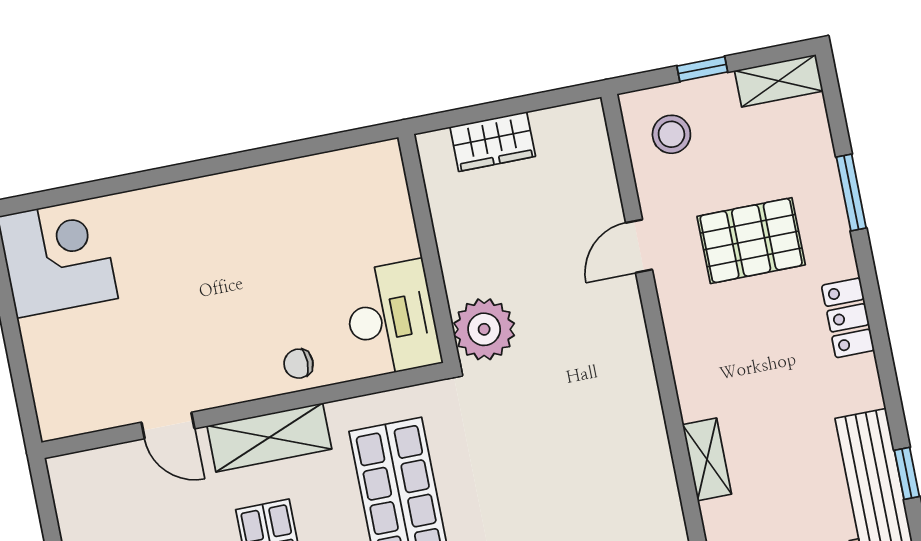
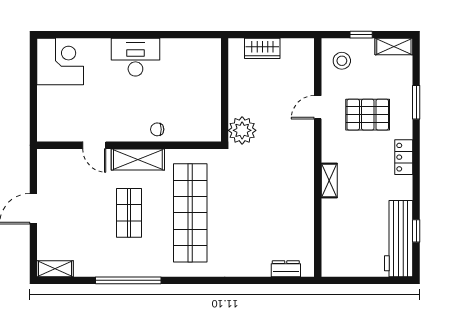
desk: (391, 318) -> (135, 57), moved, turned -90
shelving: (707, 459) -> (329, 181), moved

